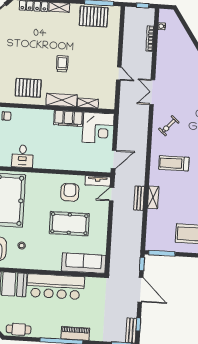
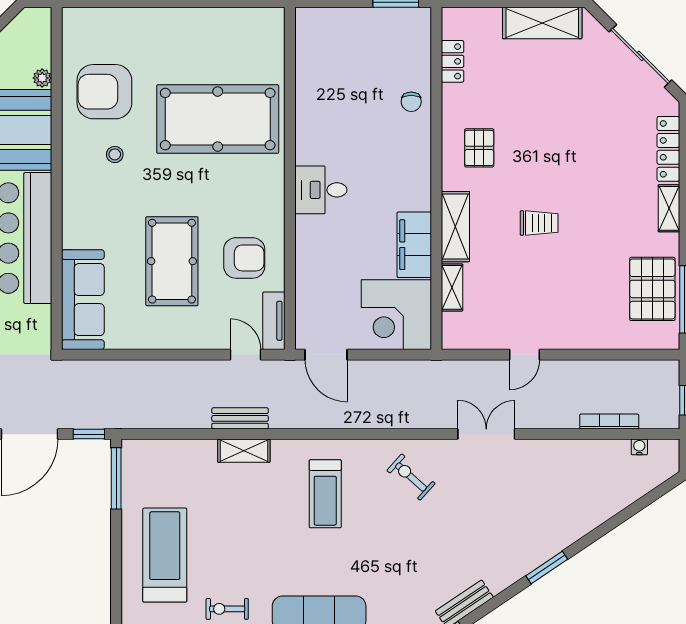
pallet: (28, 88) -> (479, 148), width x0.67, depth x0.71
desk: (23, 156) -> (321, 190), moved
treadmill: (174, 163) -> (325, 494), turned 180

